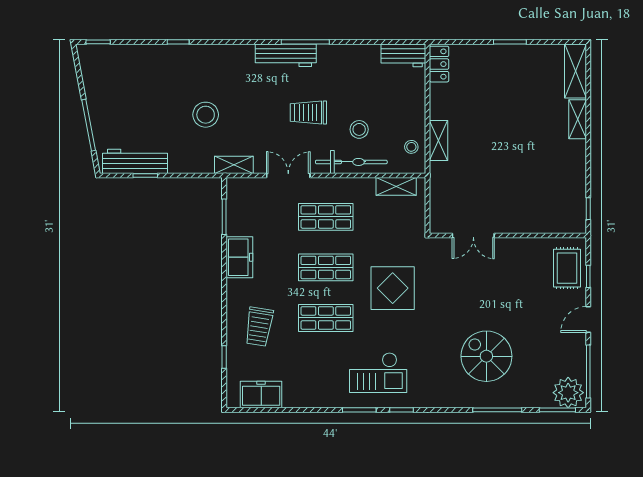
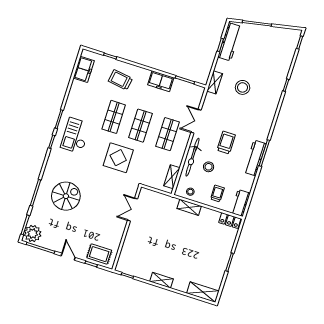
workbench: (286, 55) -> (255, 158), moved
trolley: (400, 100) -> (217, 194), added
shelving: (578, 119) -> (162, 280), moved
shelving: (234, 165) -> (215, 82), moved
double door: (288, 175) -> (196, 121), swing flipped

